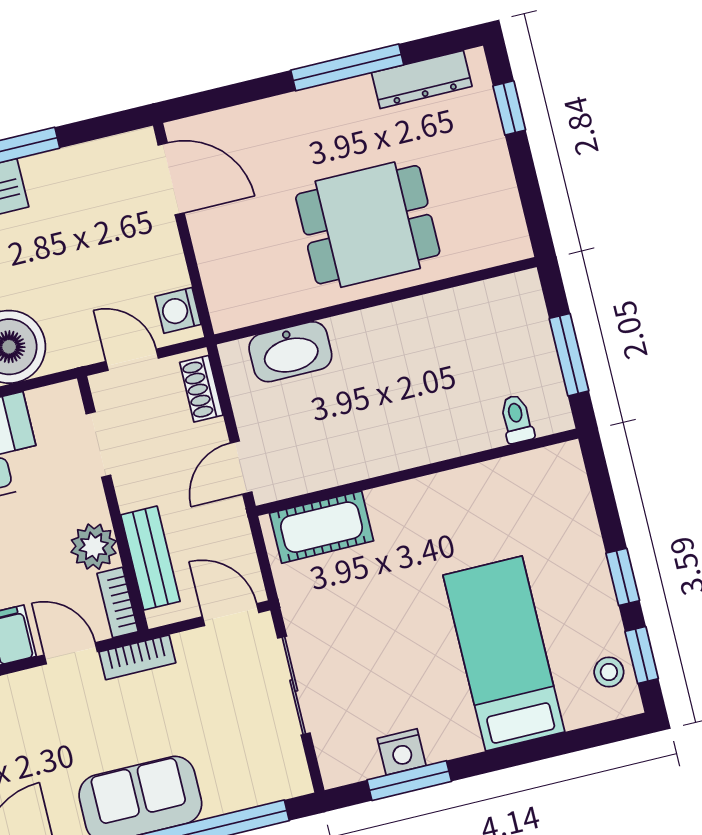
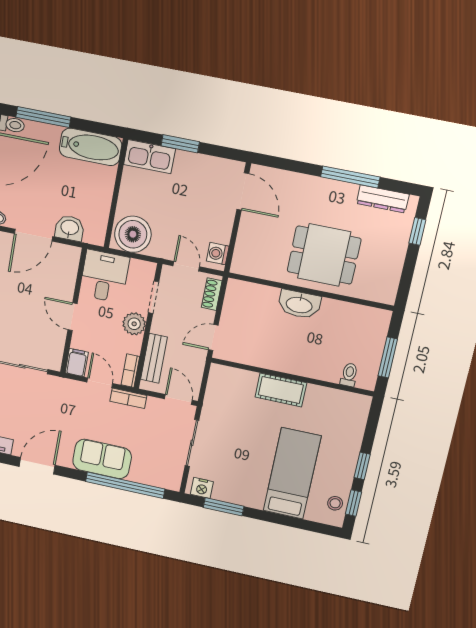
washbasin: (290, 352) -> (299, 304), moved
cot: (322, 527) -> (281, 390), moved
plant: (94, 547) -> (134, 324), moved
nightstand: (402, 752) -> (202, 488), moved

